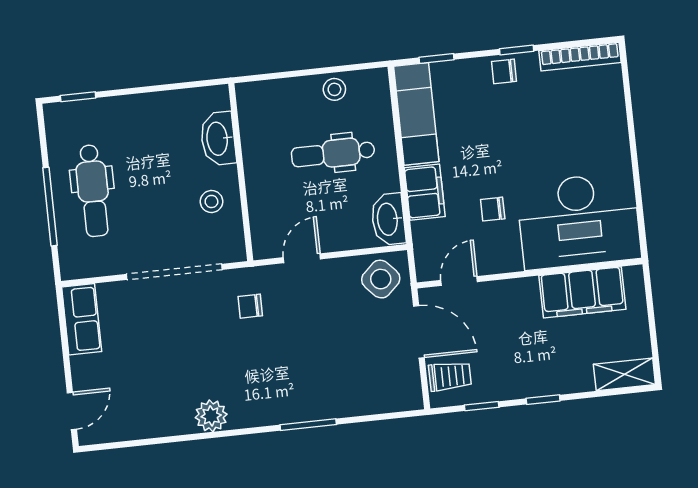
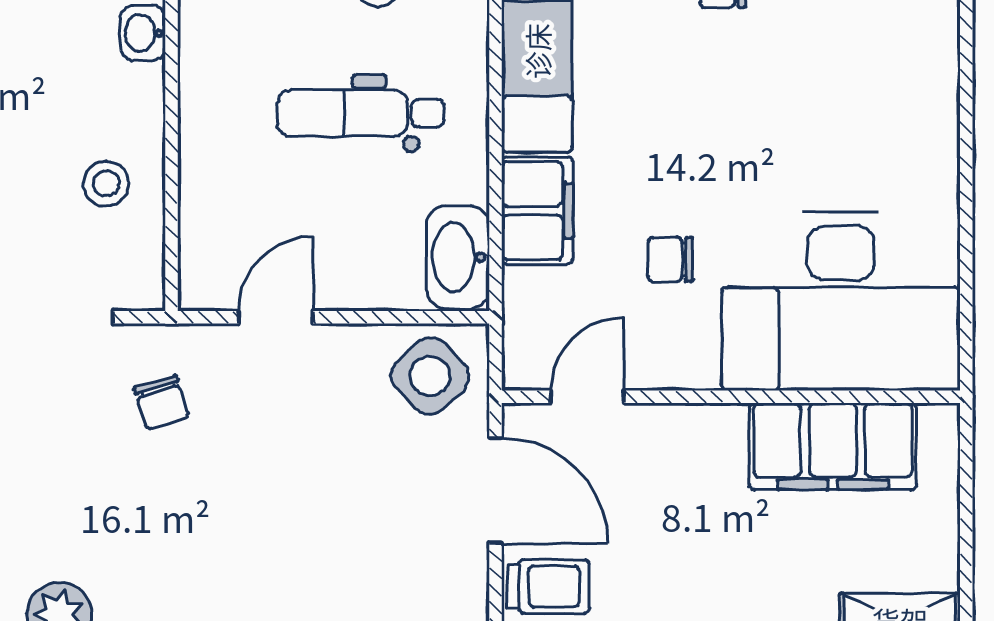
washbasin: (218, 139) -> (143, 33), width x0.52, depth x0.69
chair: (250, 306) -> (162, 402), turned -107

